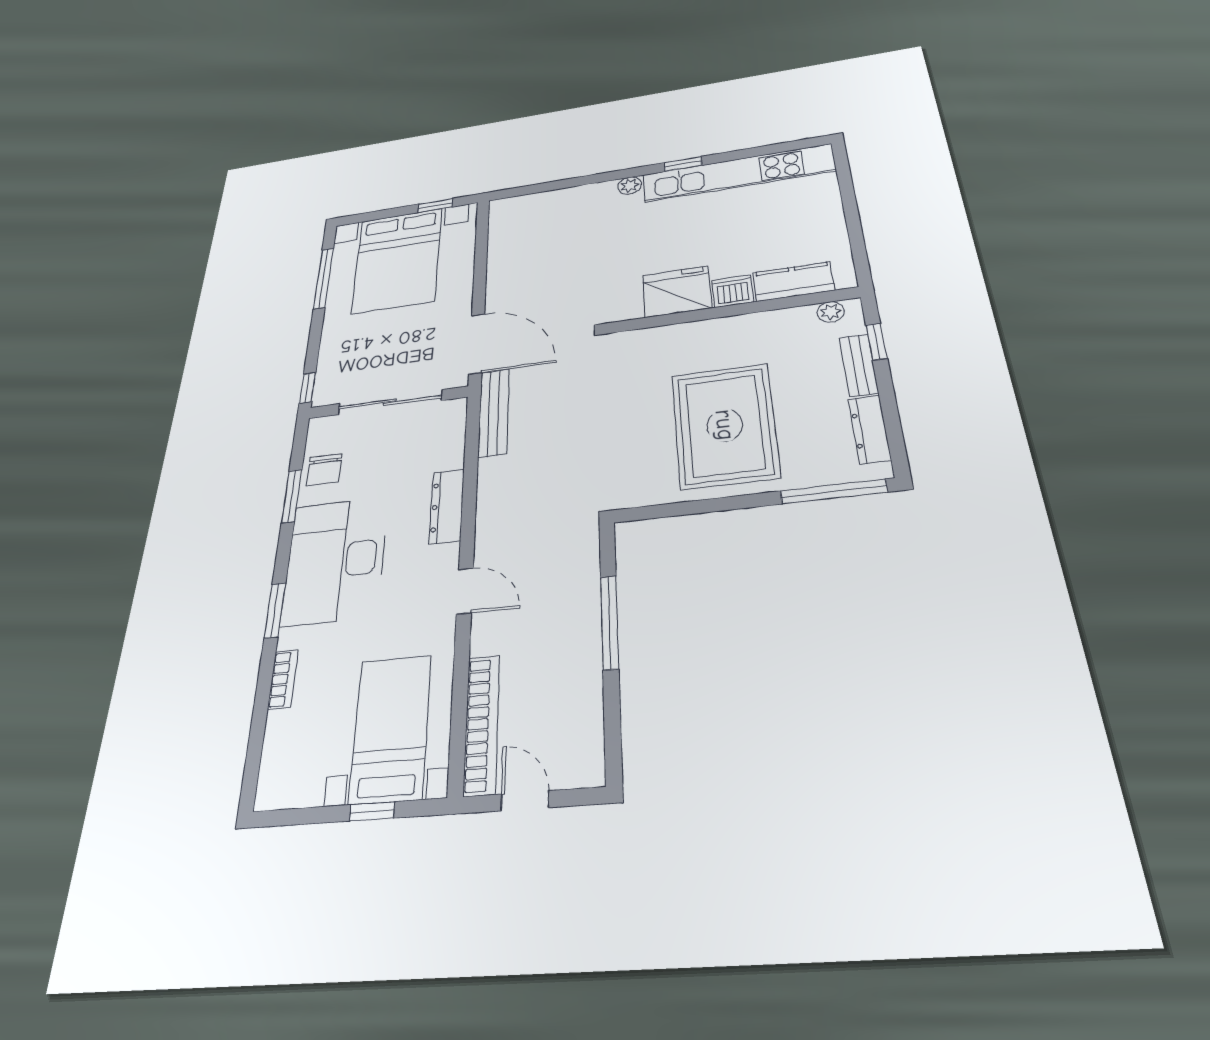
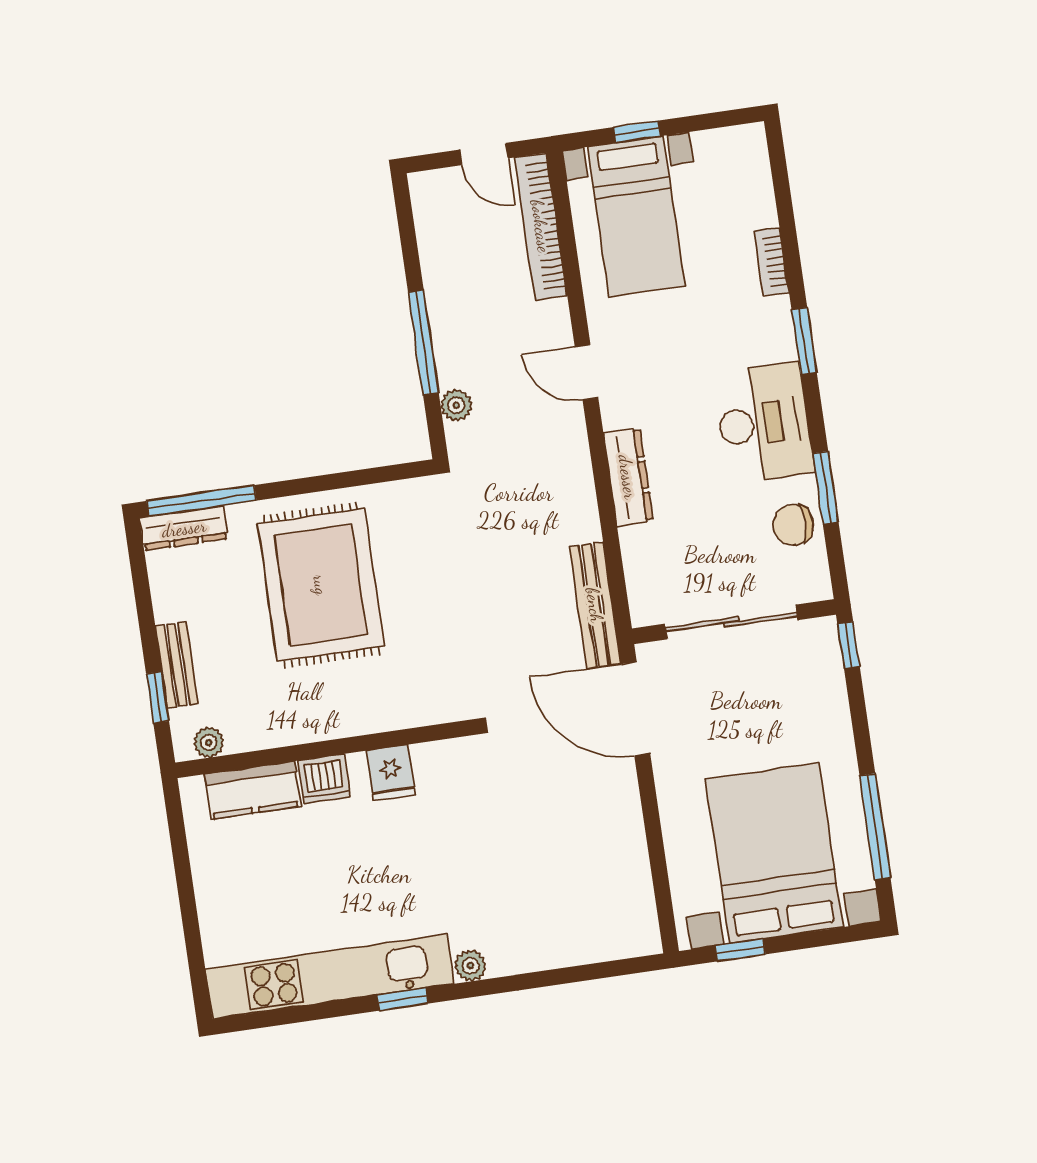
fridge: (677, 291) -> (391, 773), width x0.53, depth x0.75
dresser: (870, 429) -> (184, 528), moved, turned 90
chair: (324, 470) -> (793, 525), turned -90
desk: (335, 560) -> (764, 423), width x0.73, depth x0.77
plant: (586, 567) -> (456, 405), added

